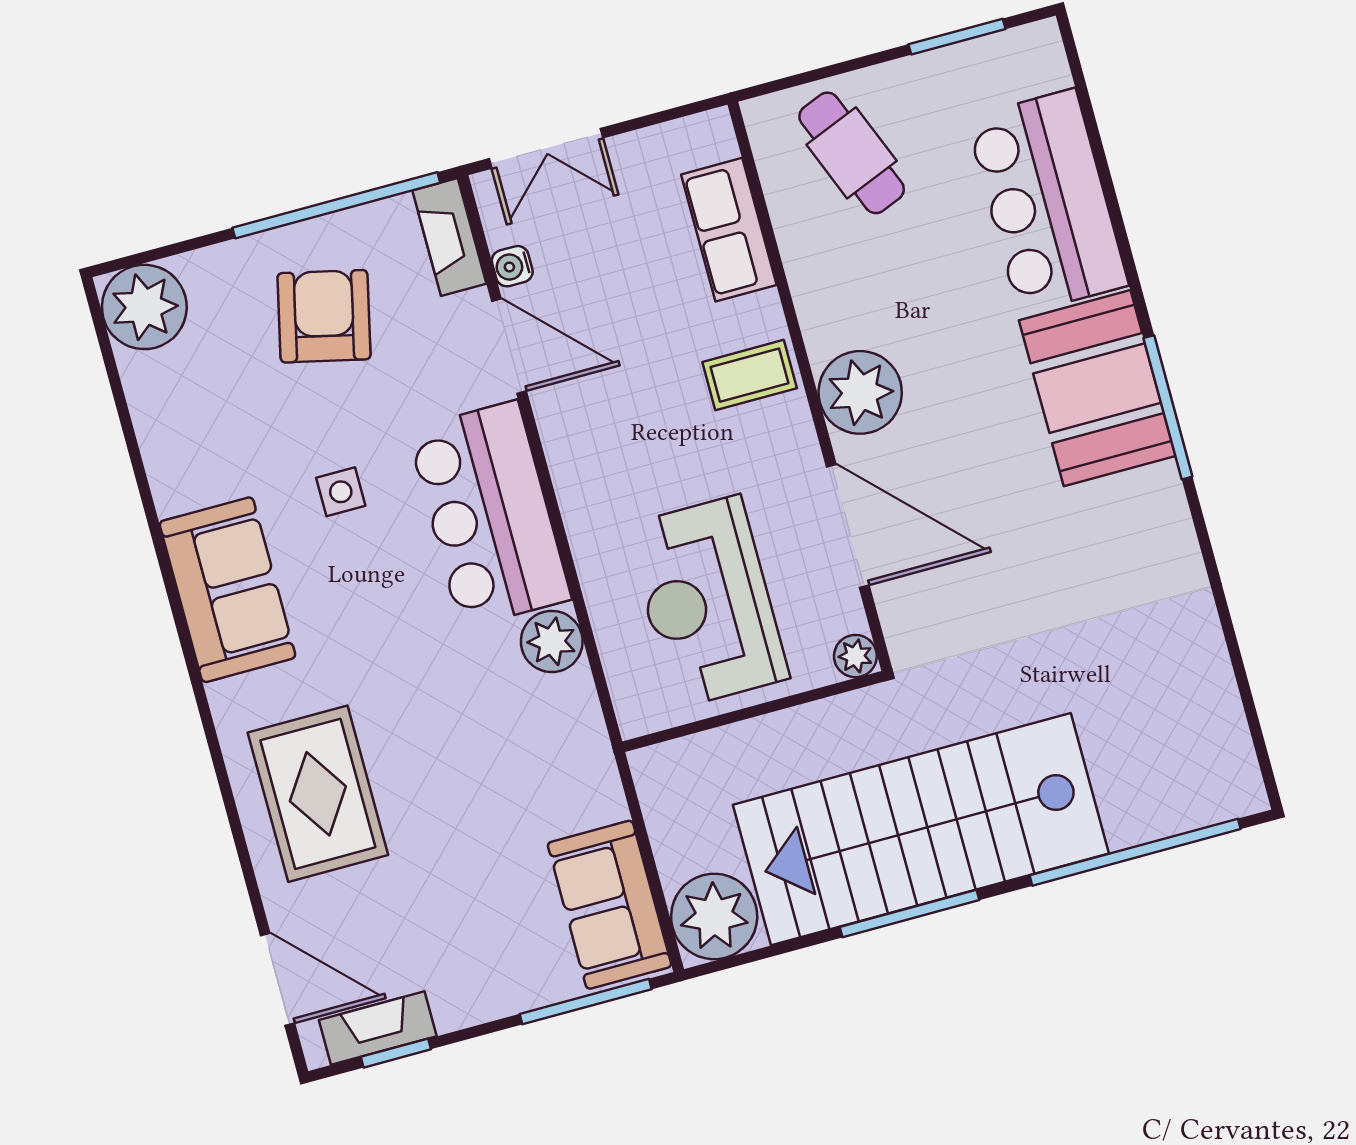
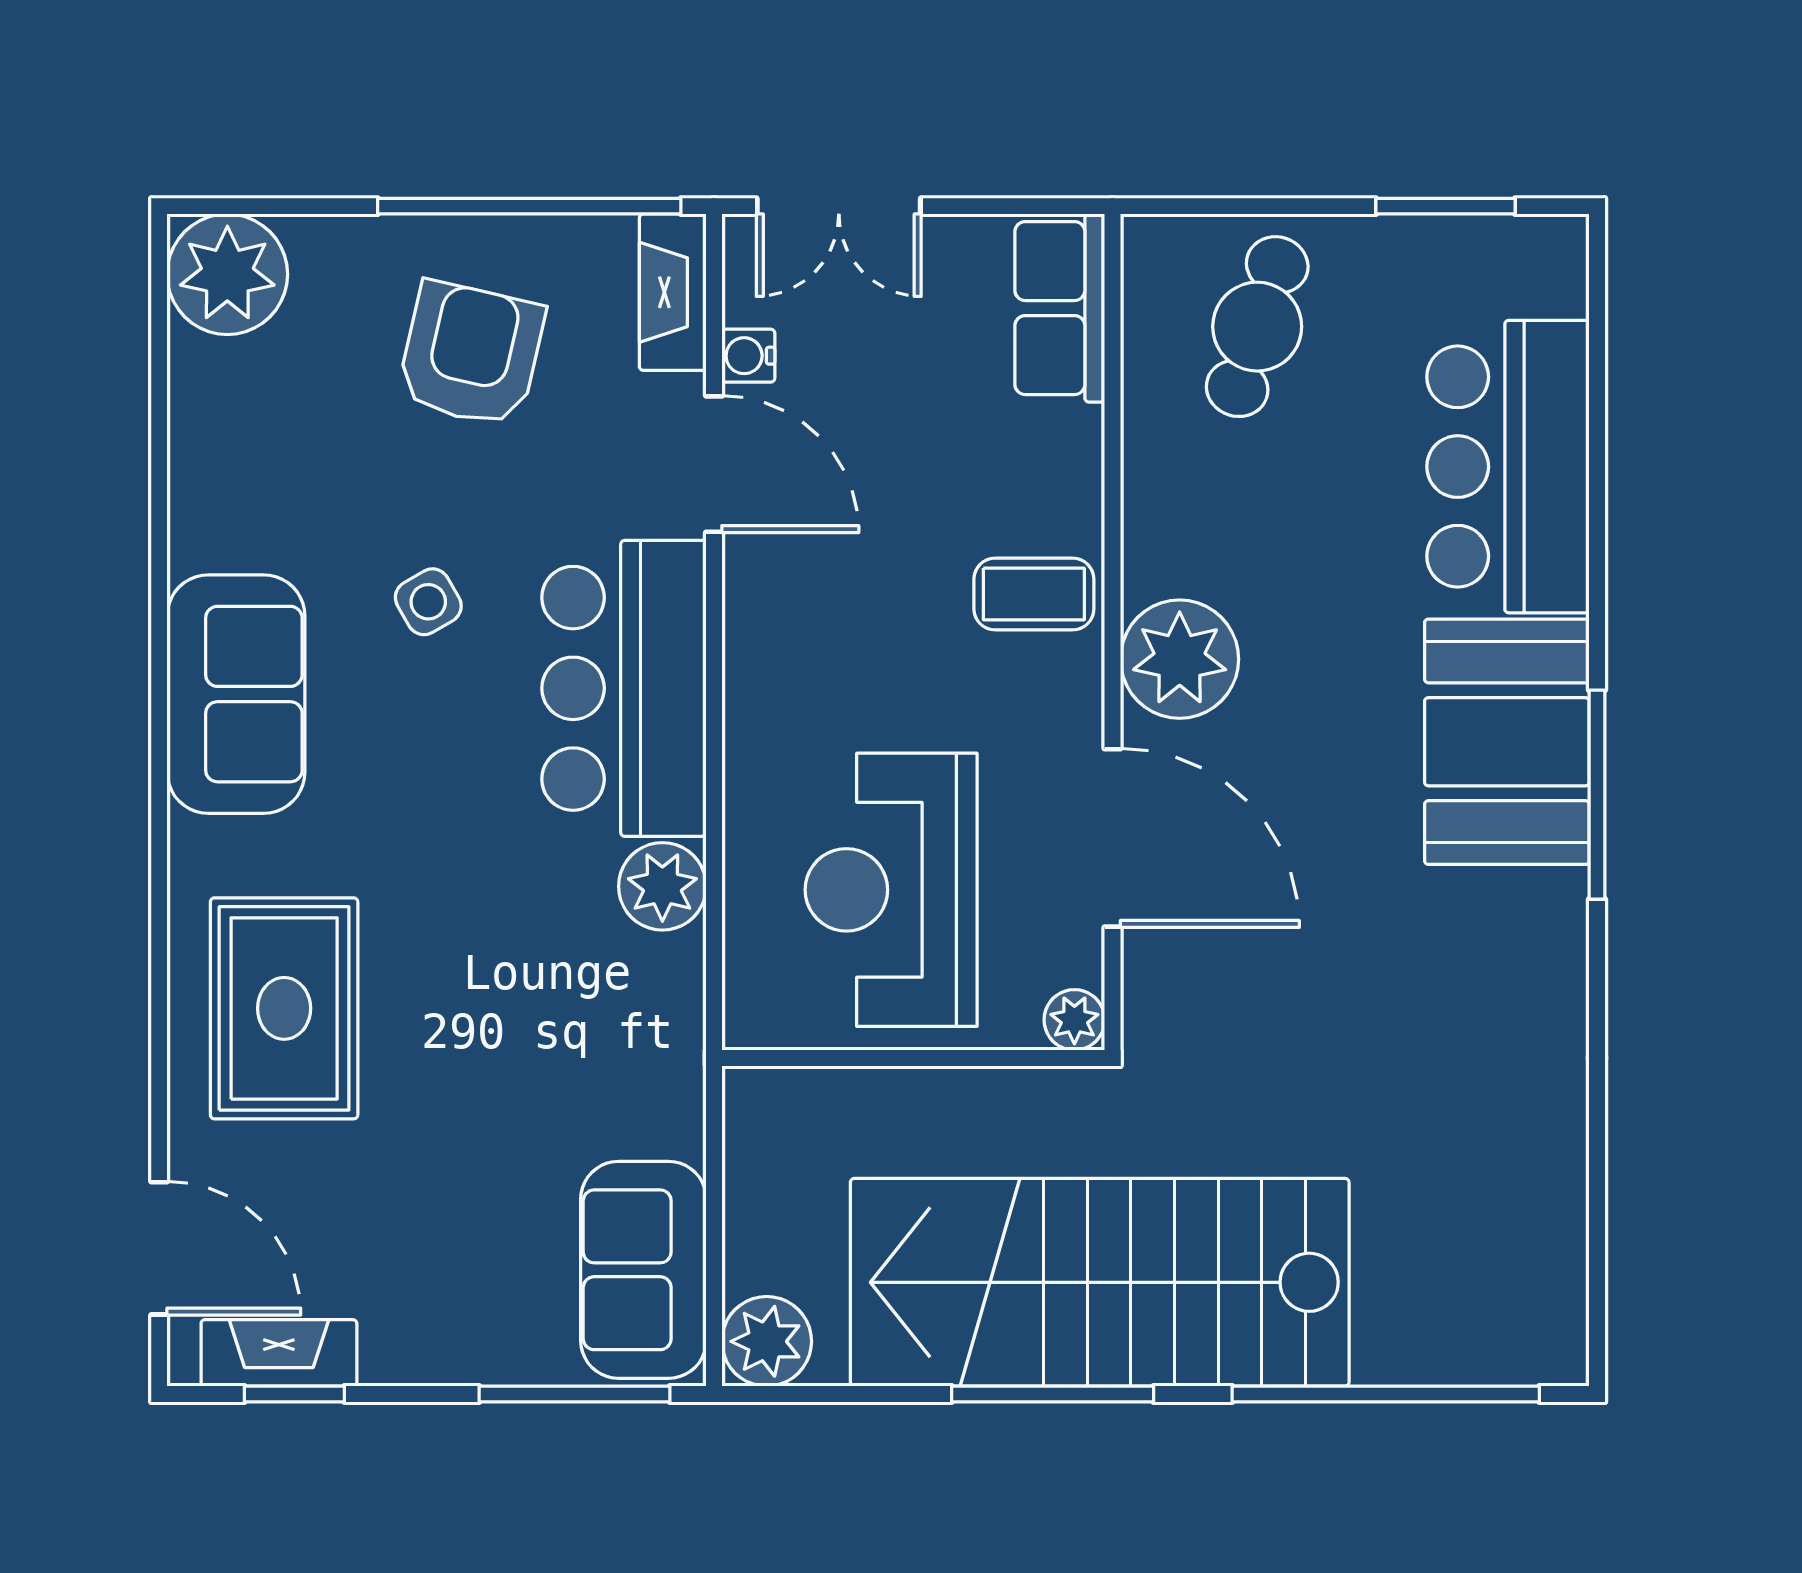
cafe table: (852, 153) -> (1257, 327), turned 40
row of seats: (729, 230) -> (1060, 308), moved
side table: (341, 492) -> (428, 602), turned -30
plant: (714, 916) -> (767, 1341), width x0.73, depth x0.73

